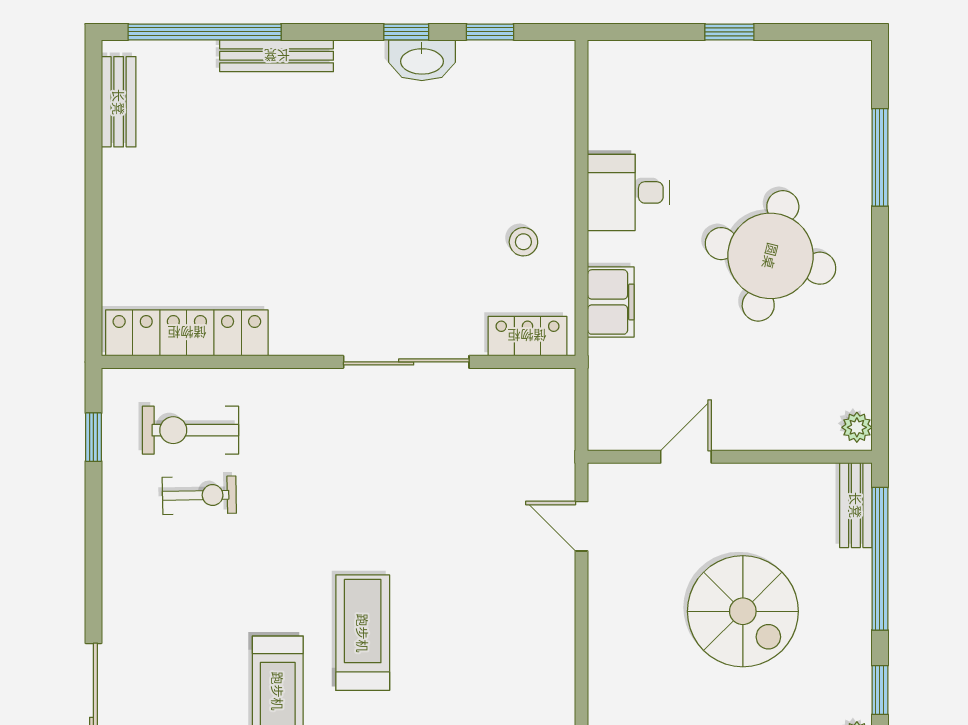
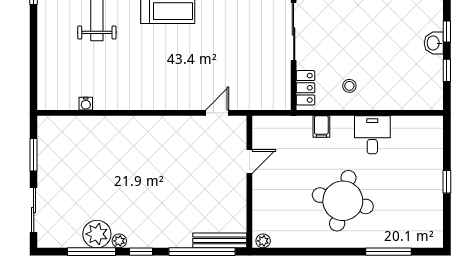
washbasin: (422, 60) -> (434, 43), width x0.72
filing cabinet: (611, 302) -> (321, 127), width x0.50
door: (686, 457) -> (249, 161), hinge flipped
bench: (856, 505) -> (220, 240), width x1.36
spiral stairs: (743, 611) -> (178, 188), removed

